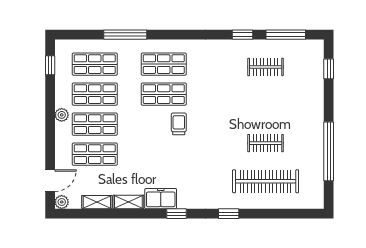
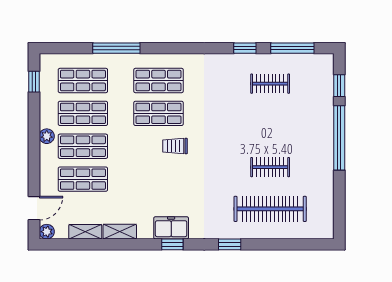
trolley: (179, 124) -> (175, 146), turned -90
window: (329, 151) -> (339, 138), moved
freezer: (161, 199) -> (171, 228), moved

